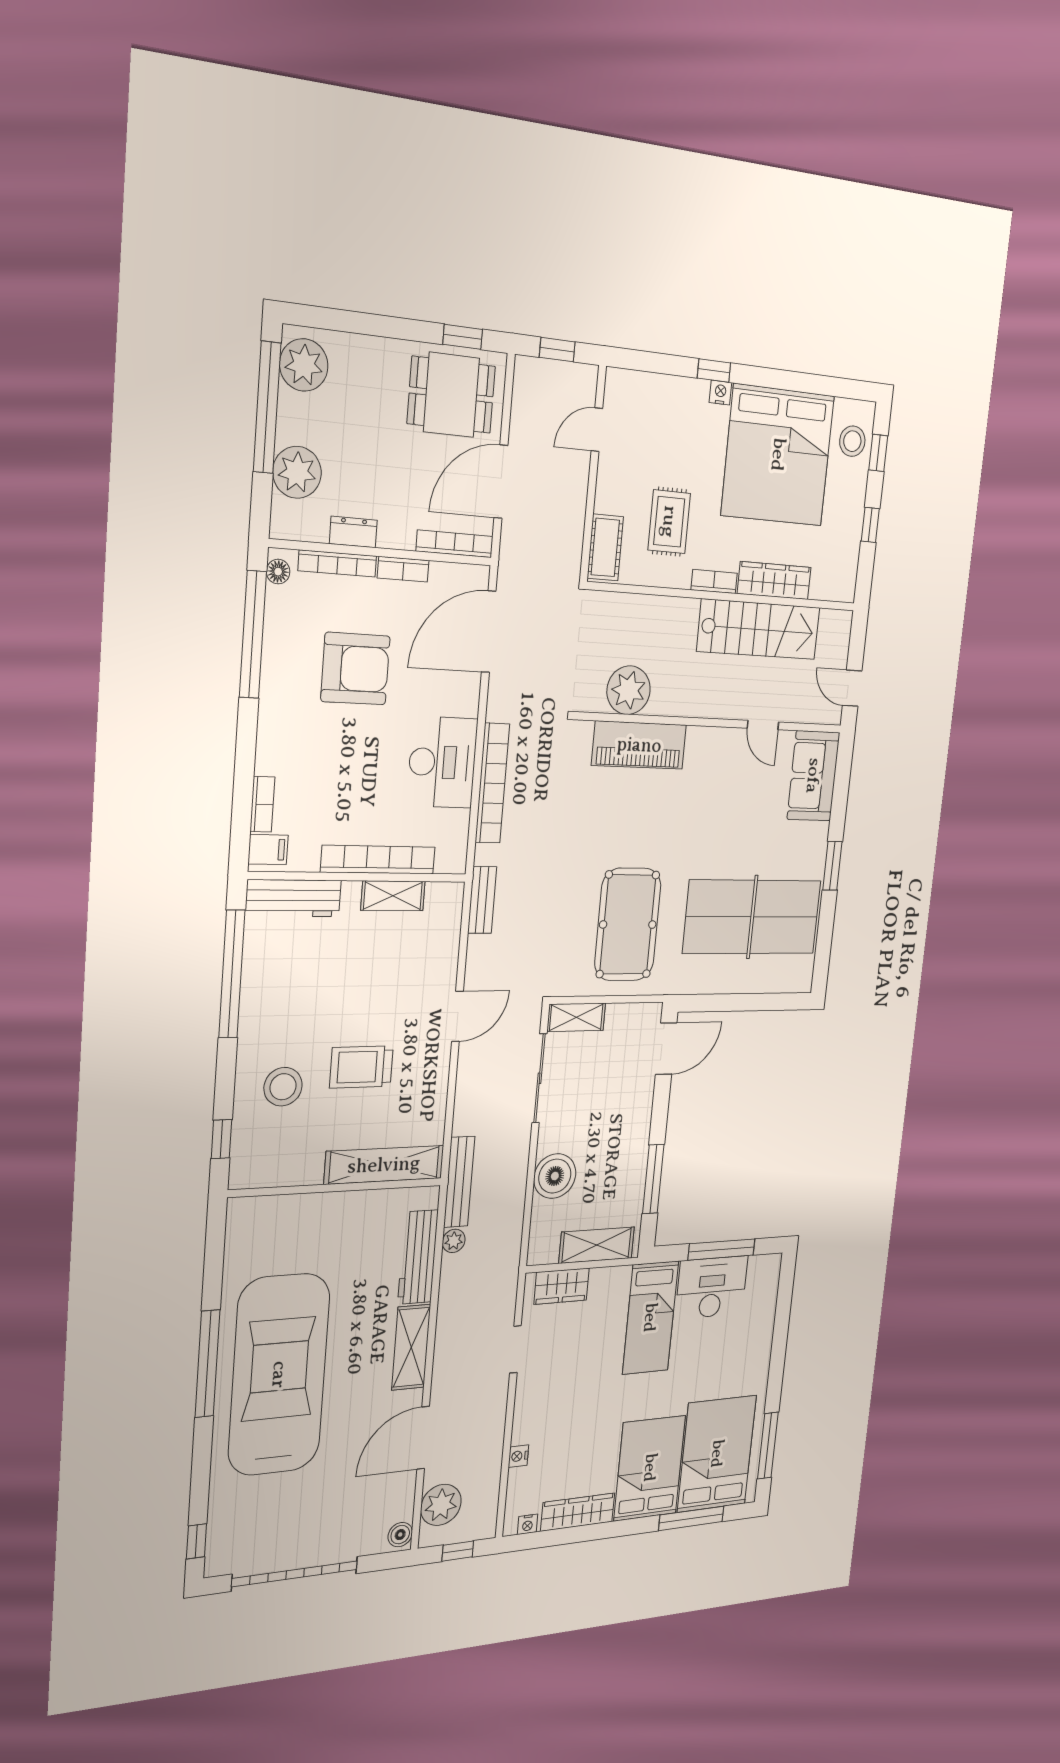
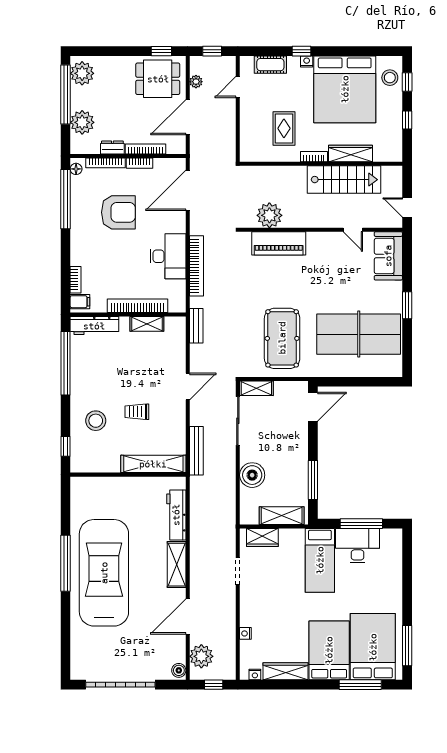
bookcase: (455, 544) -> (146, 149), moved
cot: (605, 547) -> (270, 65), moved, turned 90
trolley: (361, 1067) -> (137, 412), width x0.73, depth x0.72
bench: (459, 1182) -> (196, 451), moved
plant: (454, 1241) -> (196, 82), moved
window: (196, 1541) -> (66, 659), removed

